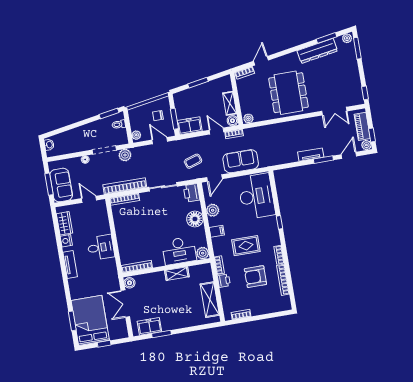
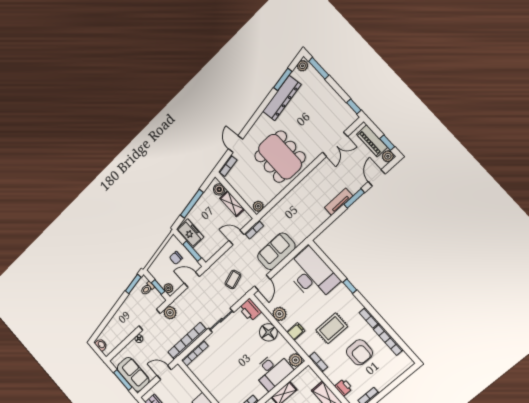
window: (198, 83) -> (192, 204), width x1.44
boiler: (232, 121) -> (219, 189), moved
freezer: (190, 126) -> (190, 233), moved, turned 90
window: (128, 129) -> (158, 287), added
armchair: (255, 277) -> (359, 352), turned -90
printer: (224, 281) -> (343, 387), moved

